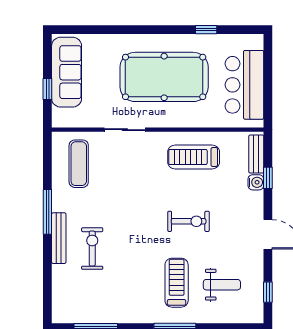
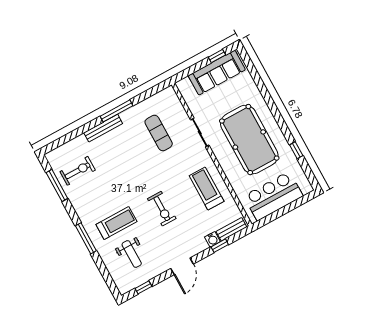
window: (47, 89) -> (217, 56), moved
exercise mat: (79, 164) -> (159, 133), moved, turned 90
exercise bike: (92, 249) -> (78, 171), moved

